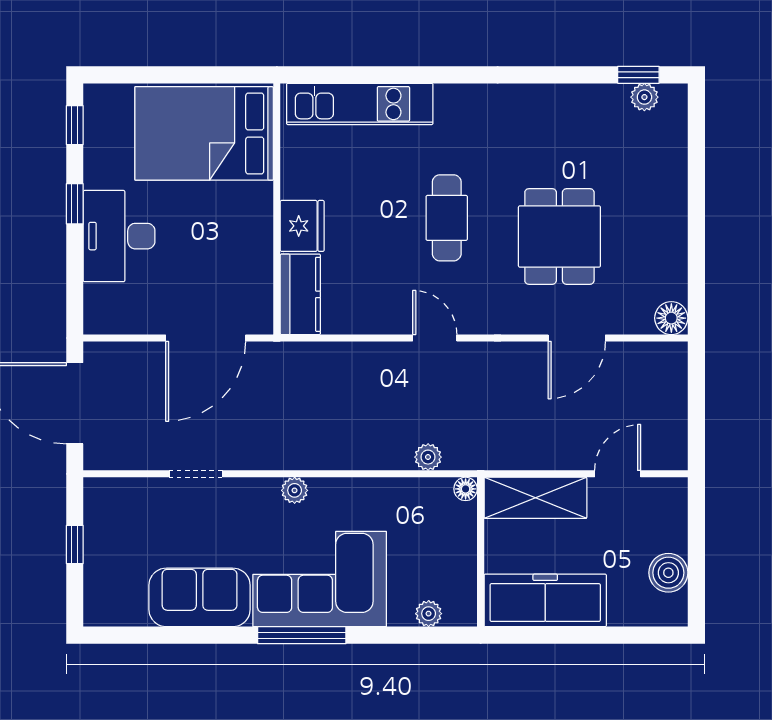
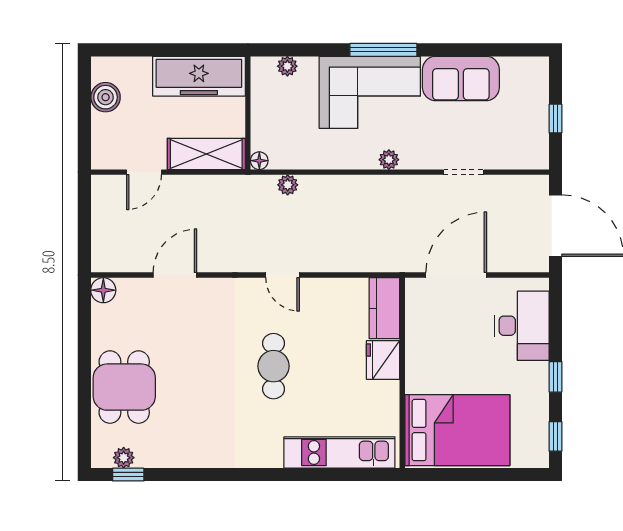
desk: (119, 236) -> (522, 326), moved
dining table: (559, 236) -> (124, 387), moved

